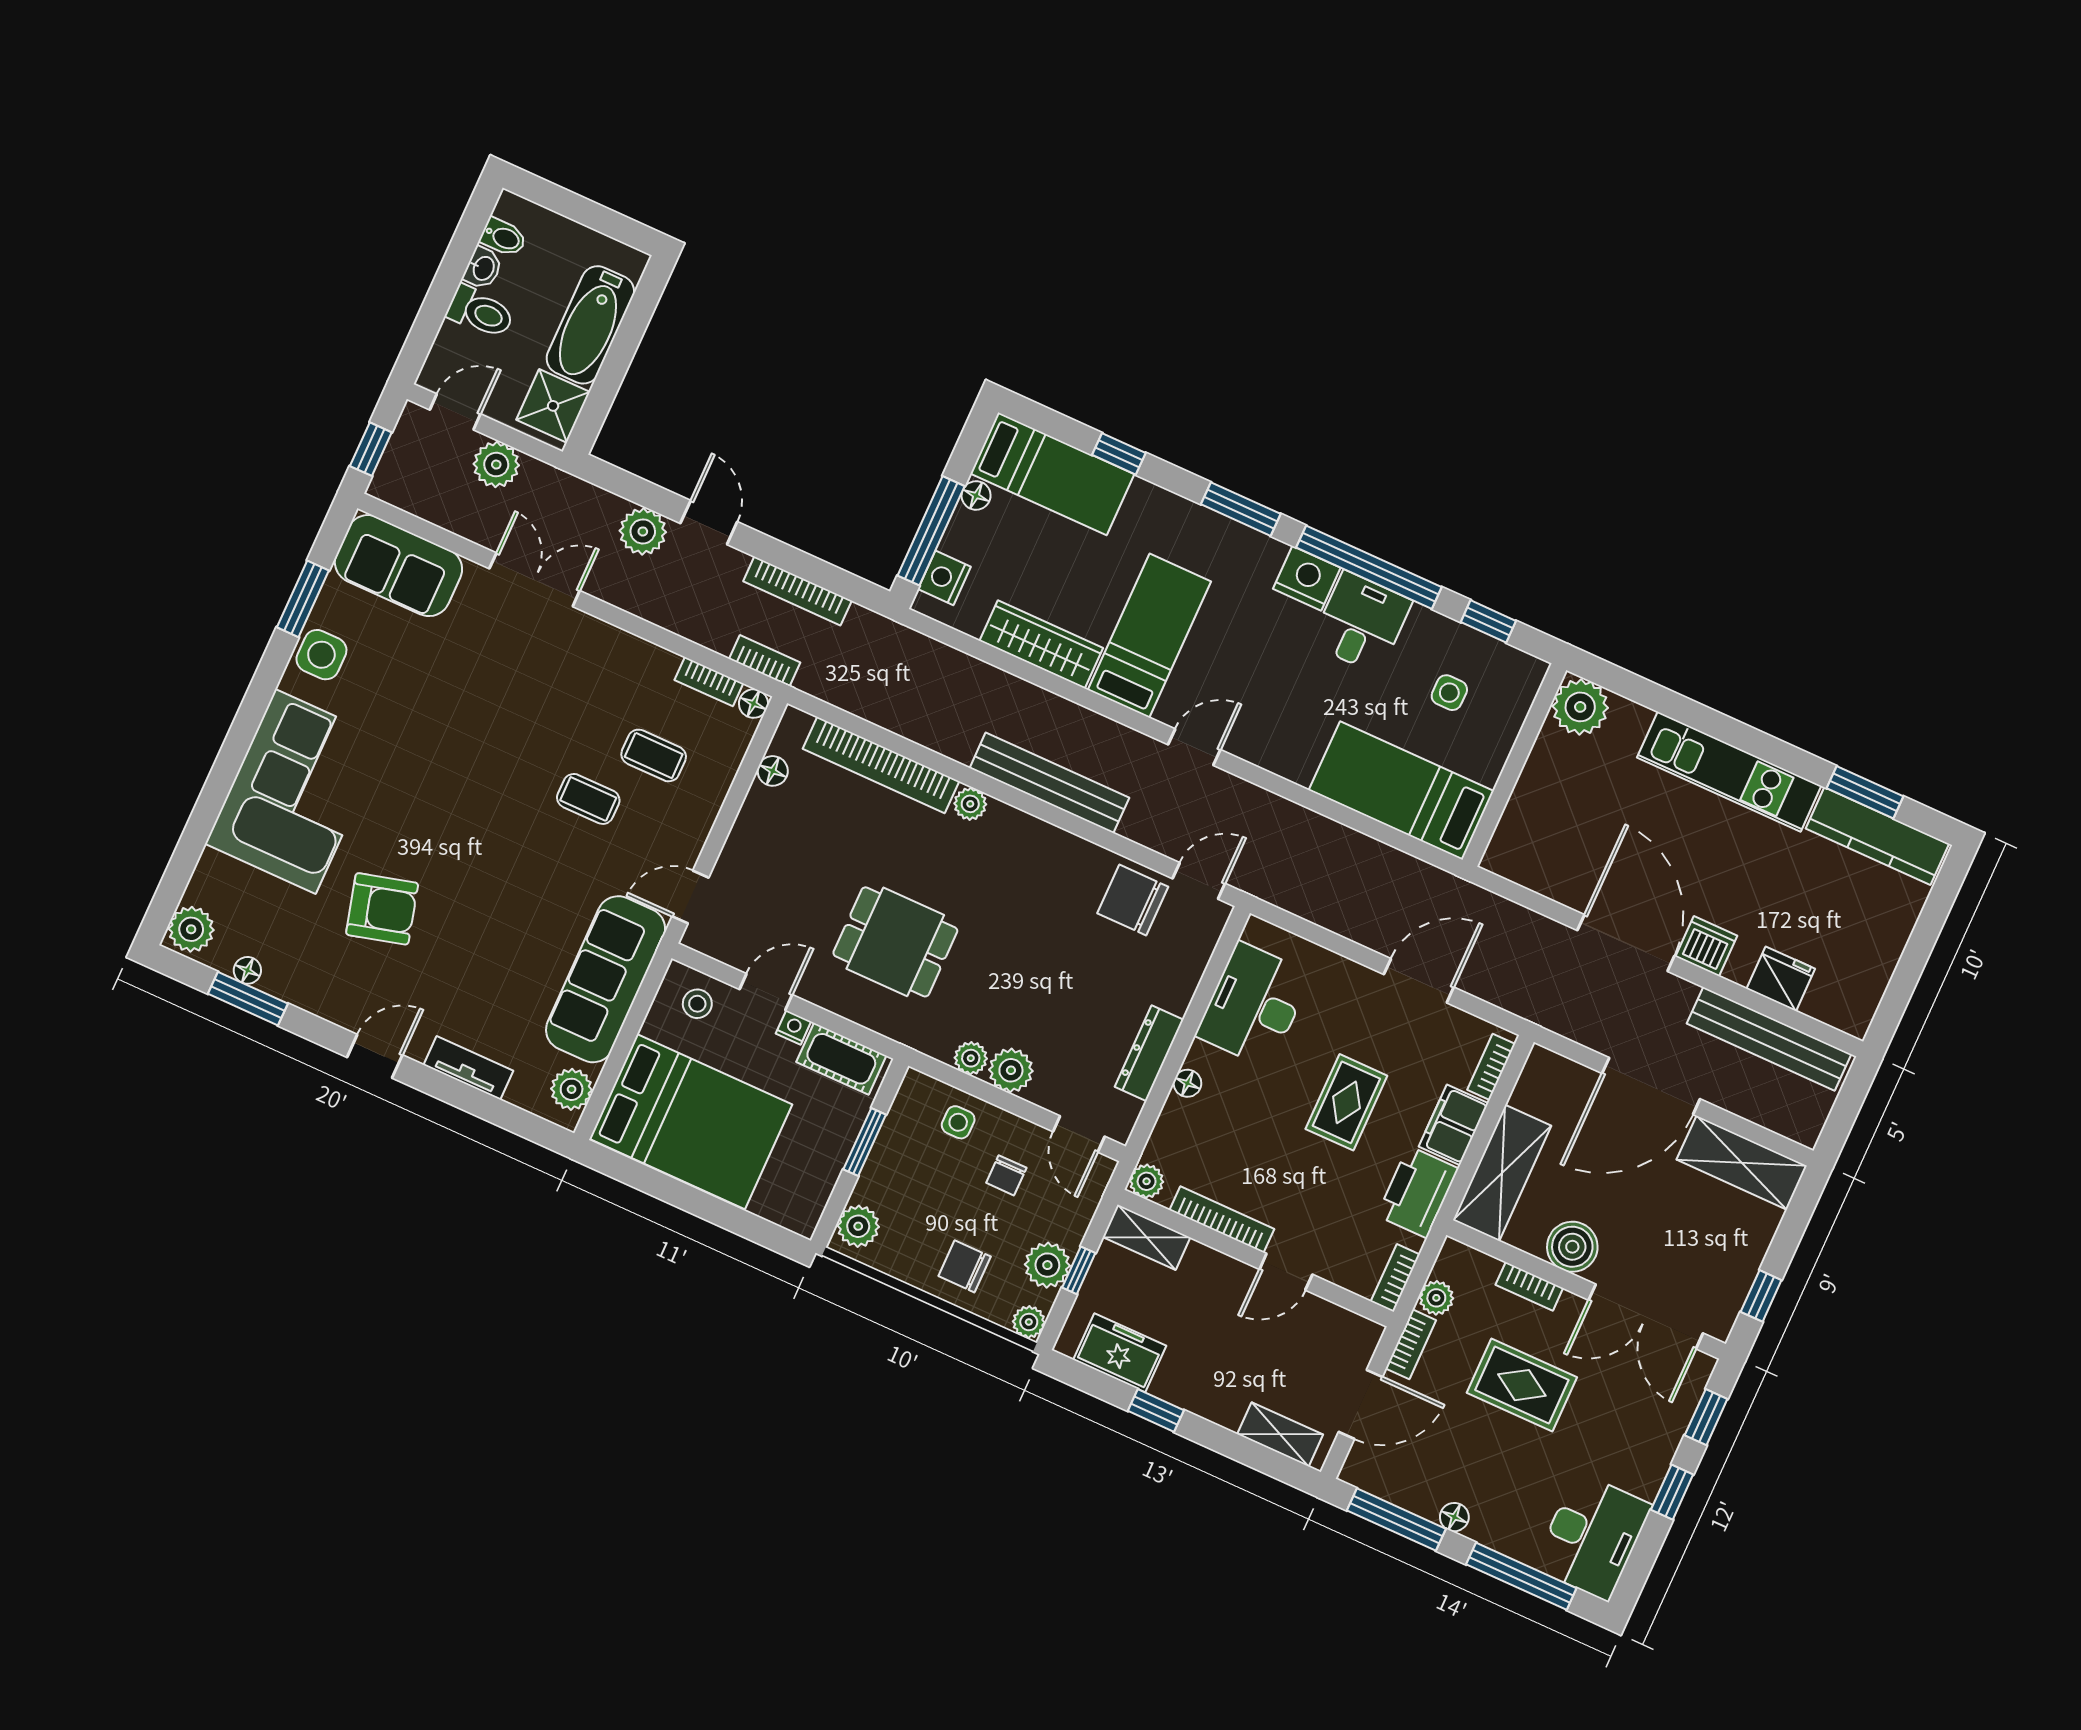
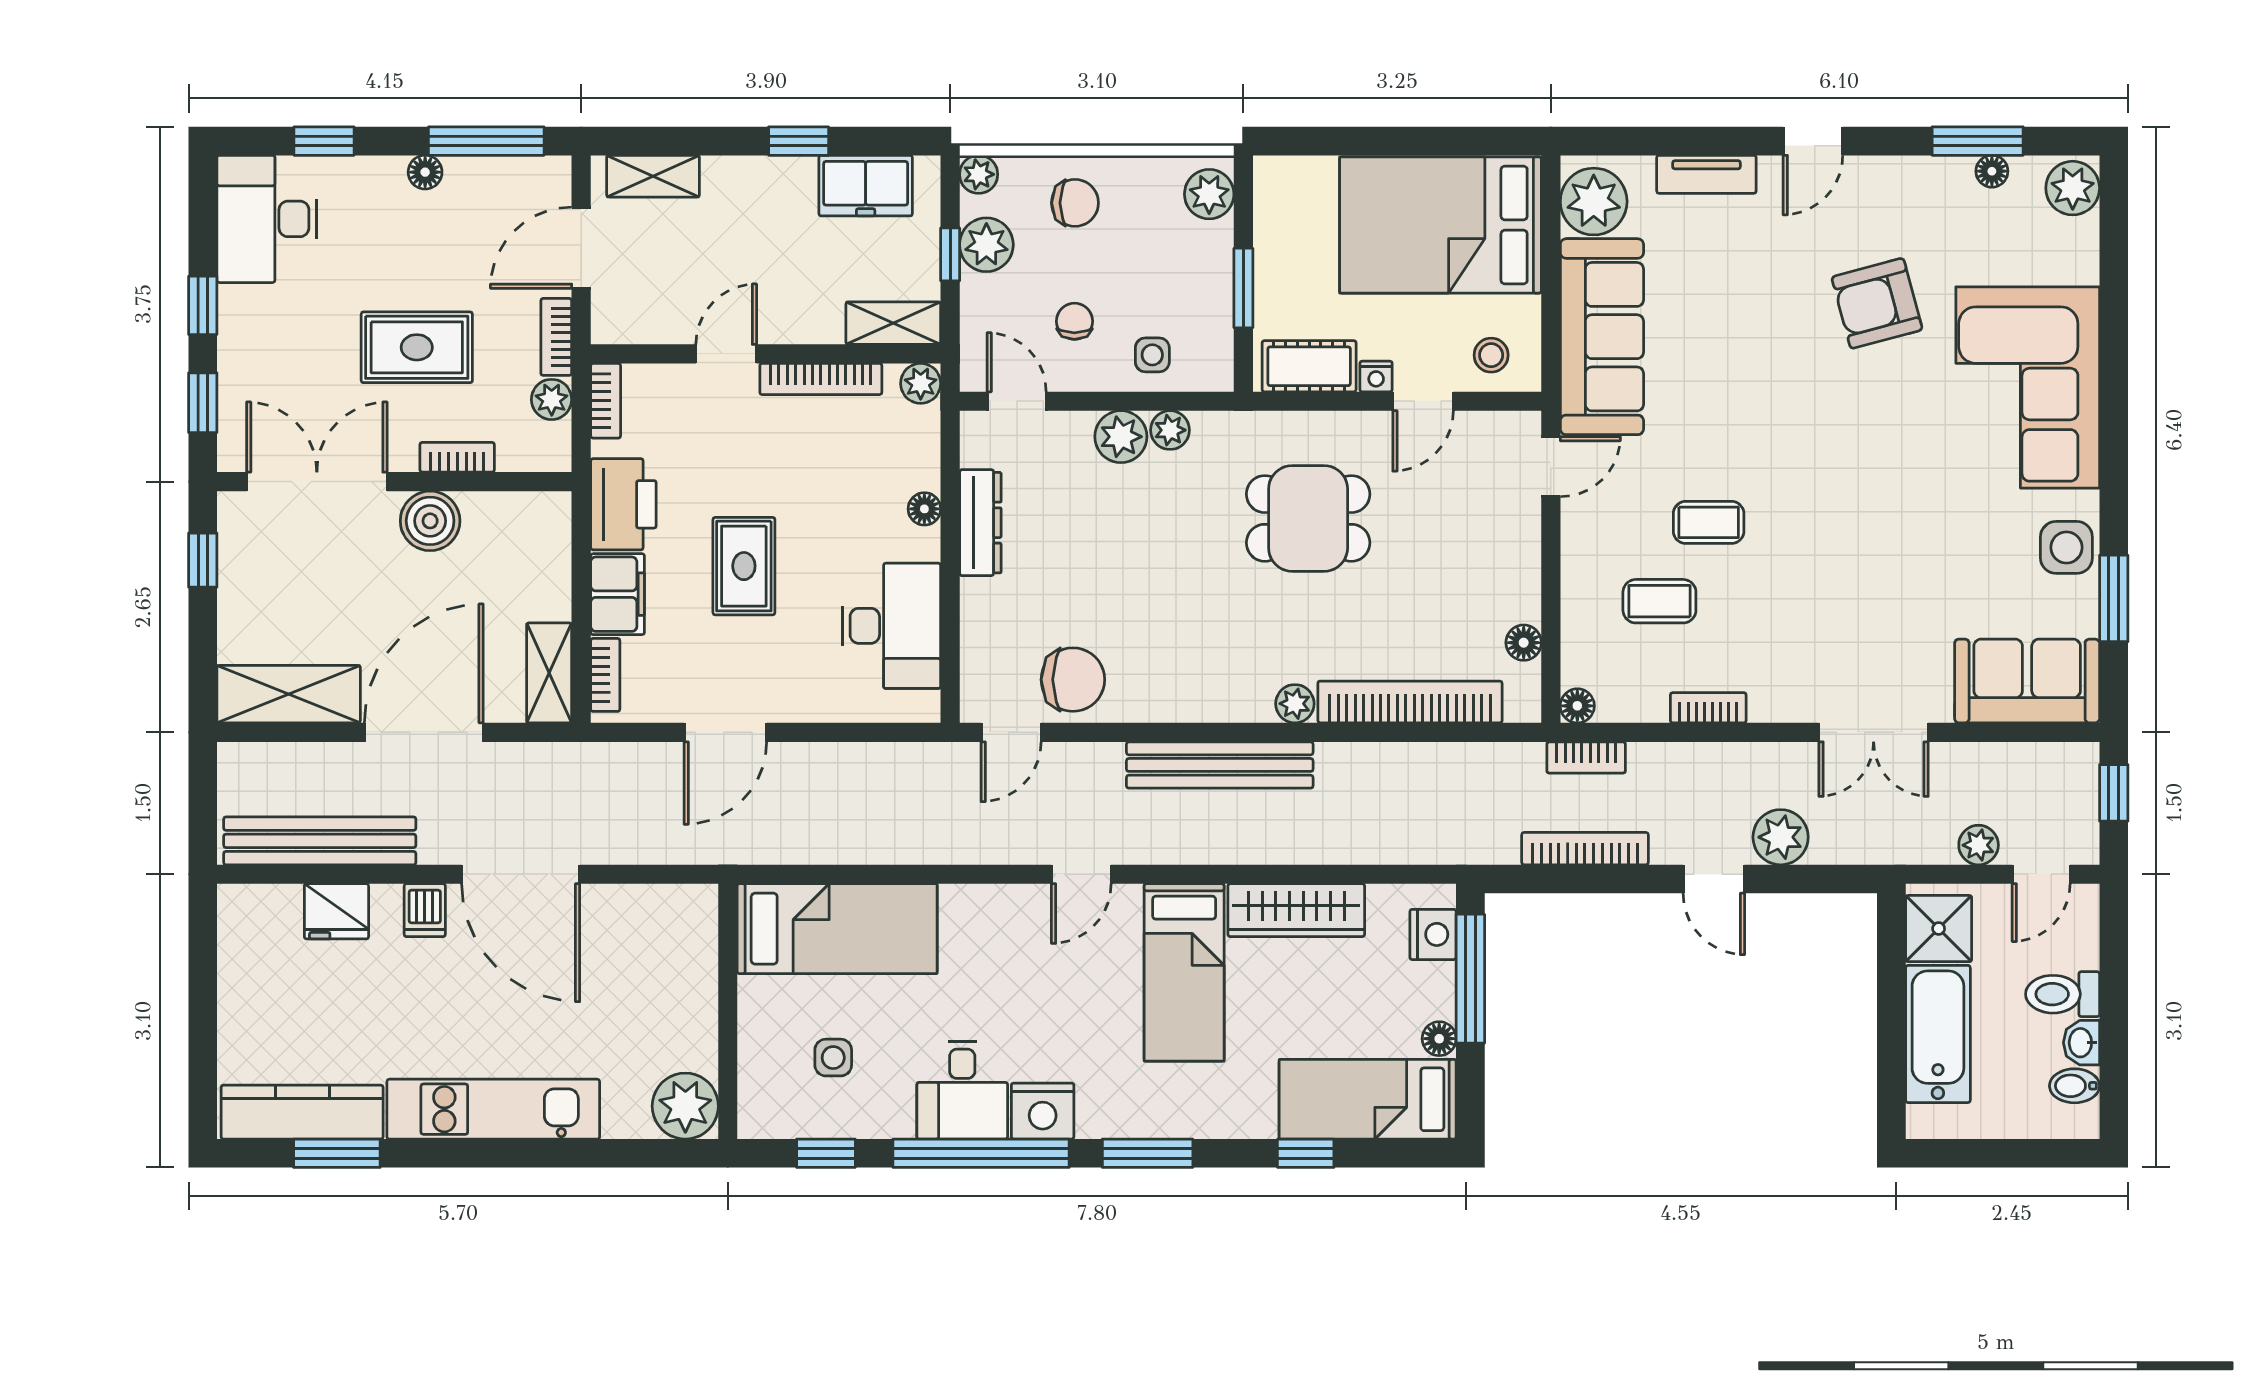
plant: (496, 465) -> (1979, 845), width x0.73, depth x0.73
bookcase: (709, 682) -> (1708, 708), moved
dishwasher: (1706, 946) -> (425, 910), width x0.73
plant: (572, 1089) -> (1594, 202), width x1.36, depth x1.36
shelving: (1502, 1173) -> (549, 673), moved, width x0.67, depth x0.75
window: (1521, 1576) -> (324, 141), width x0.46

